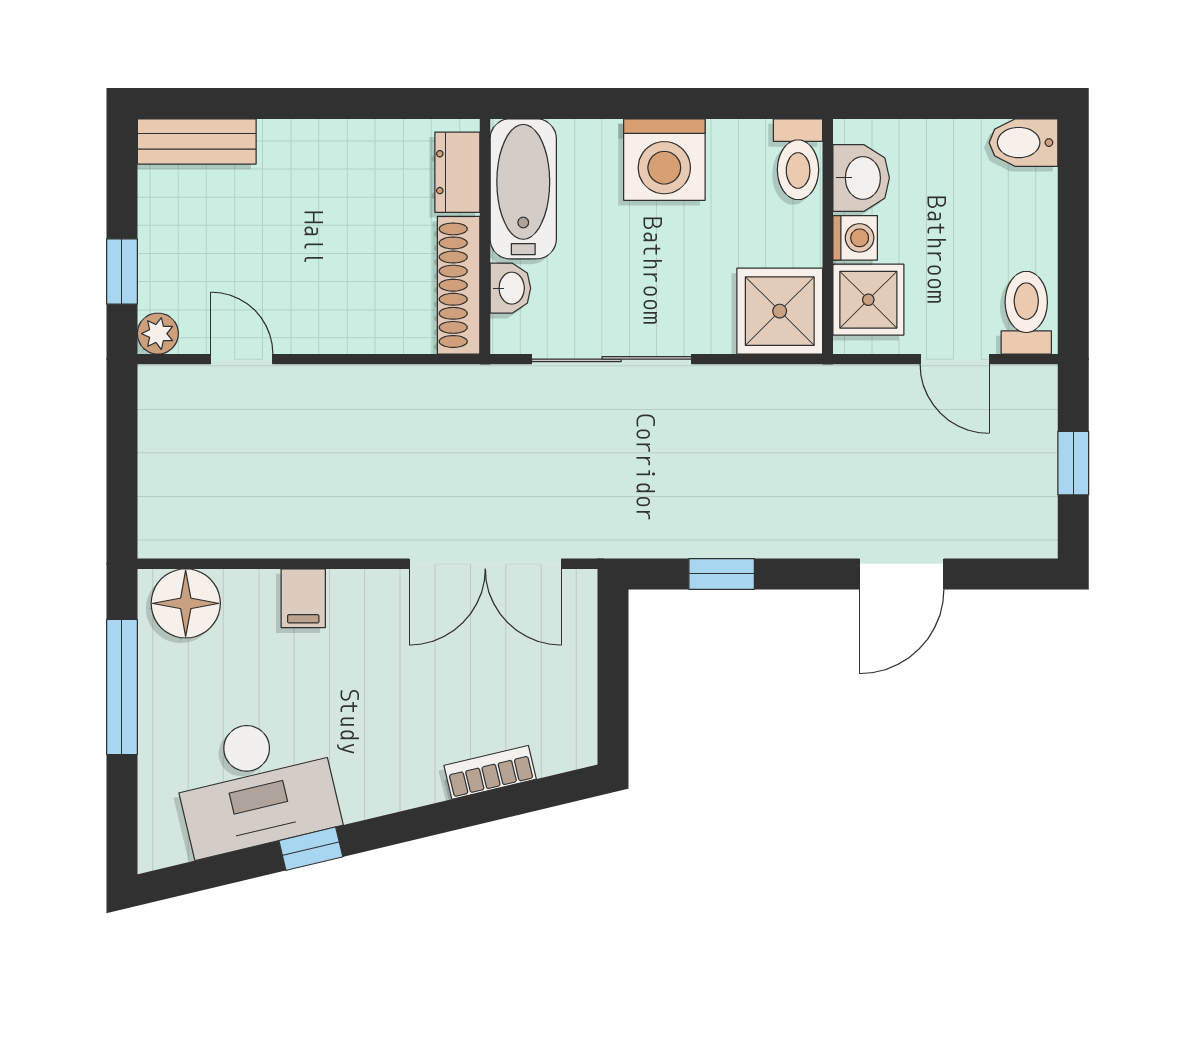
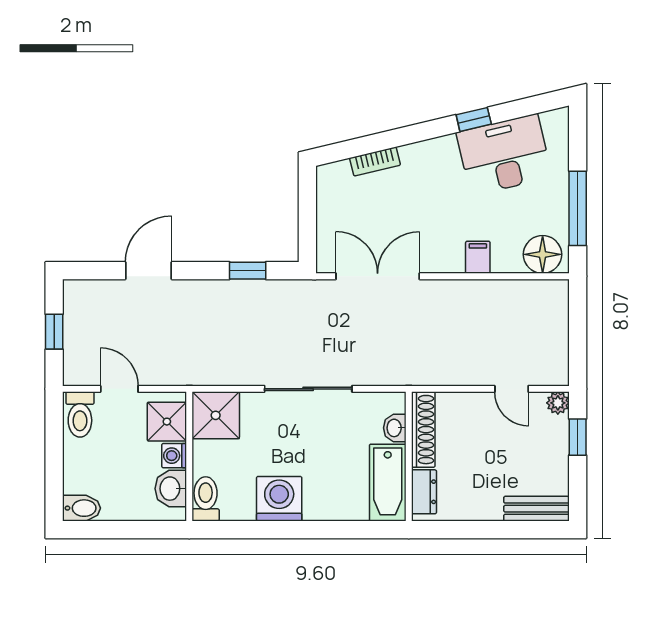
dresser: (457, 172) -> (424, 492), moved
bathtub: (523, 189) -> (388, 483), moved
wall: (485, 236) -> (409, 456), moved
shoe rack: (459, 285) -> (423, 430), moved
washbasin: (510, 288) -> (395, 428), moved

